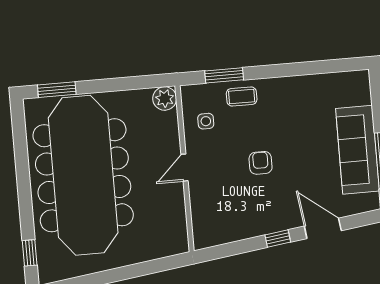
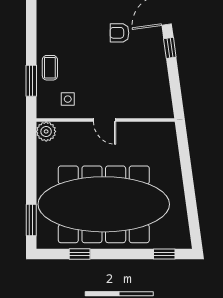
window: (21, 151) -> (80, 254), added
armchair: (261, 163) -> (119, 33), moved

